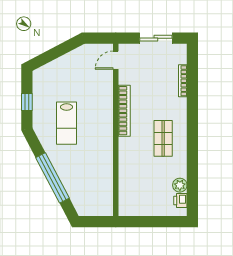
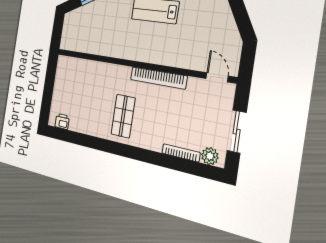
shop shelf: (163, 138) -> (123, 116), turned 90
plant: (180, 185) -> (210, 156), moved

